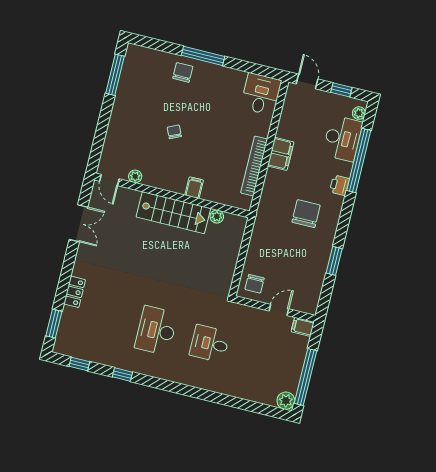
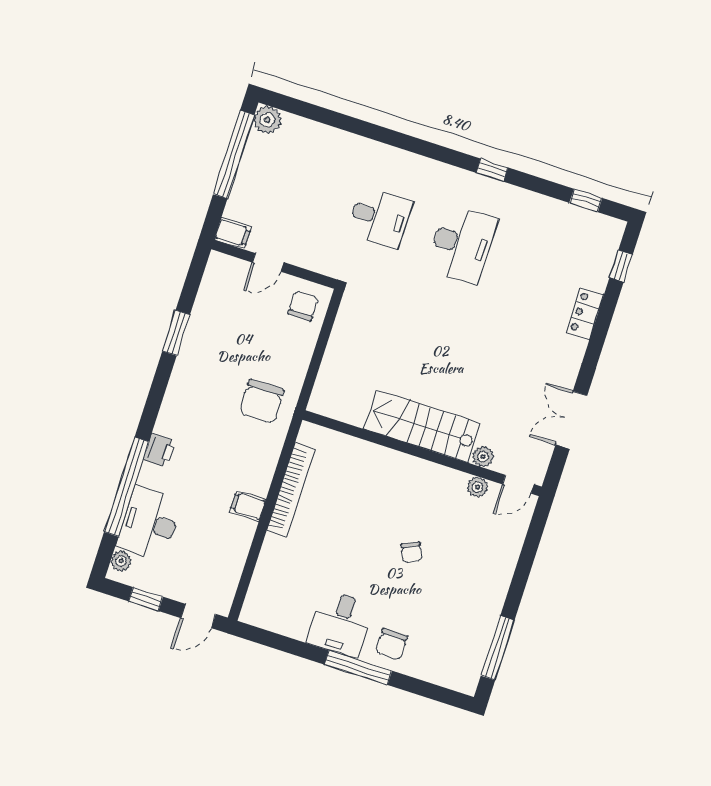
door: (307, 81) -> (198, 616), hinge flipped
desk: (261, 94) -> (340, 624), moved
filing cabinet: (281, 154) -> (248, 506), width x0.50
door: (109, 180) -> (518, 484), swing flipped
filing cabinet: (194, 188) -> (387, 463), removed
chair: (306, 214) -> (262, 401), moved
plant: (217, 217) -> (483, 457), moved
window: (54, 324) -> (621, 266), width x0.67
window: (122, 374) -> (492, 170), moved

